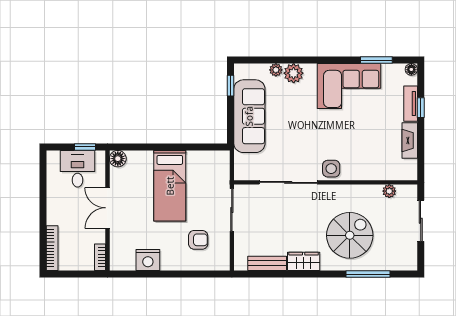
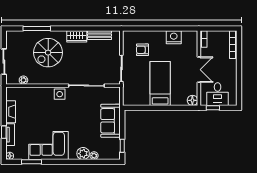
sofa: (249, 116) -> (111, 121), width x0.73

